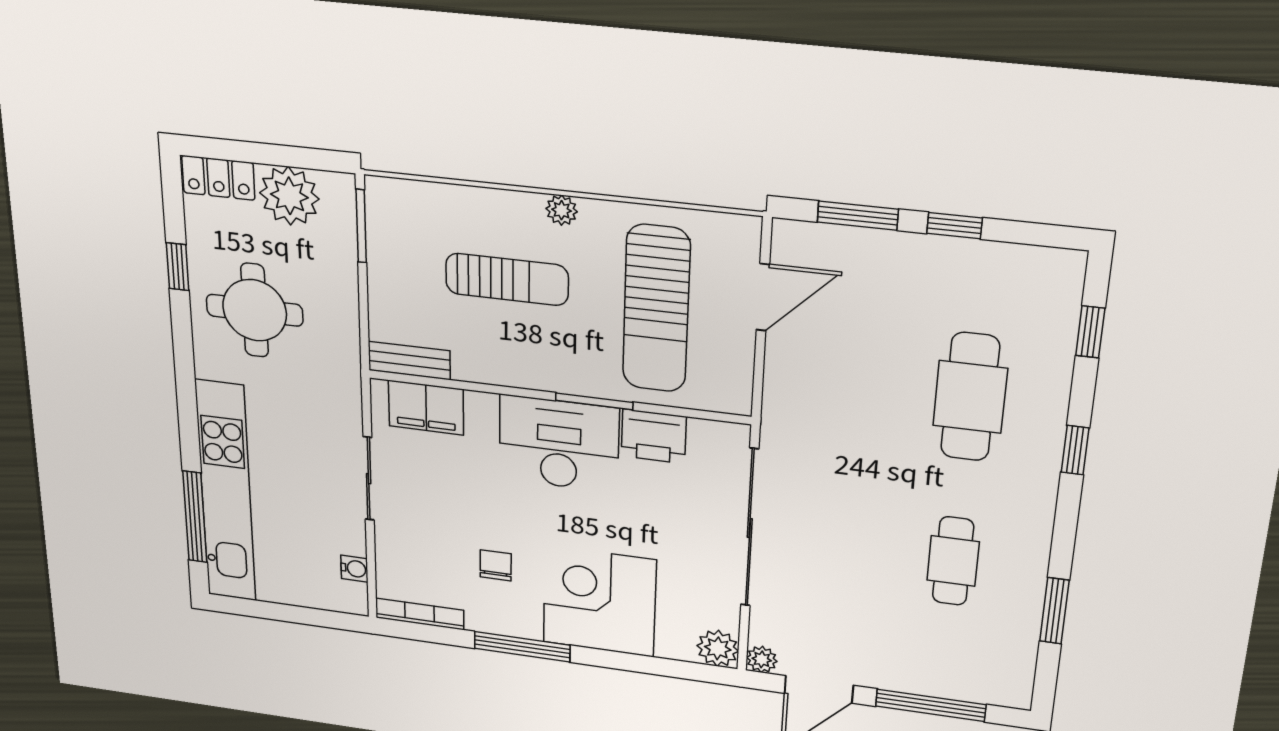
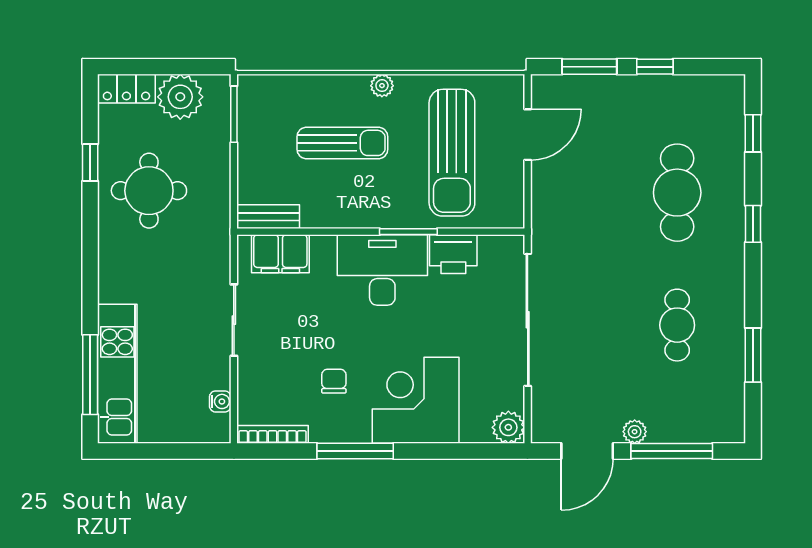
kitchen unit: (226, 492) -> (117, 374), width x0.73
plant: (762, 659) -> (635, 432), moved

